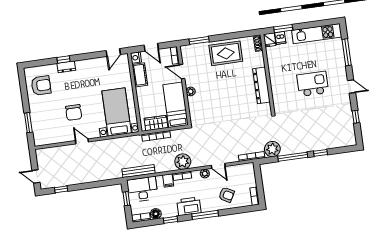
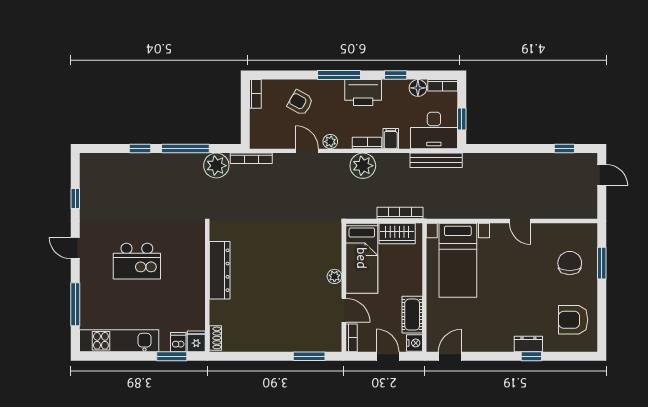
rug: (226, 53) -> (269, 330), removed
chair: (74, 112) -> (570, 263), moved

